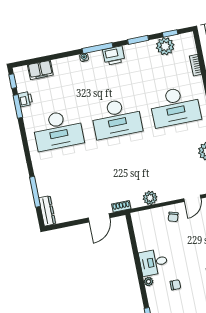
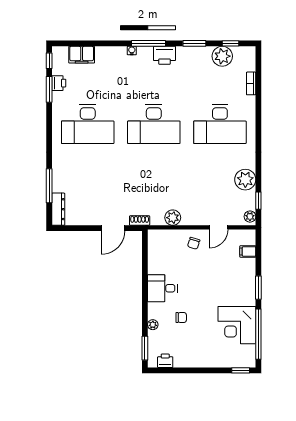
plant: (149, 282) -> (153, 325), moved

